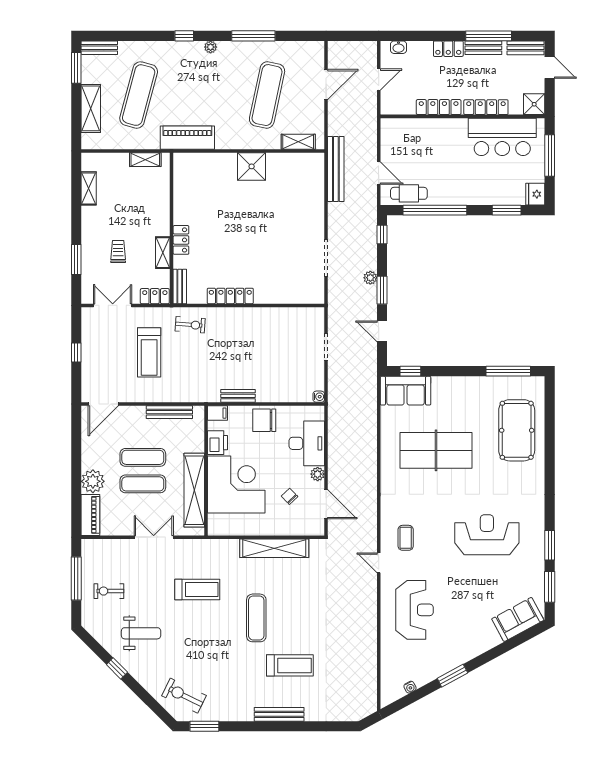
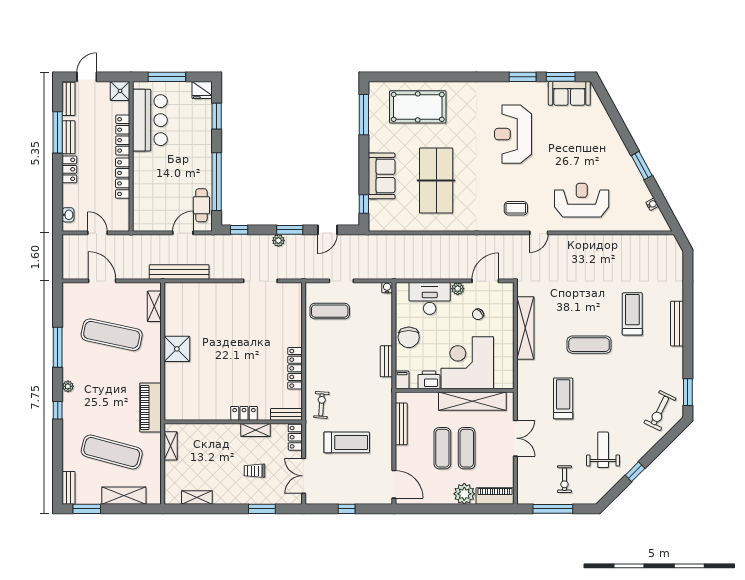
exercise mat: (293, 334) -> (330, 311), added
sofa: (406, 391) -> (382, 176), moved
double door: (154, 537) -> (515, 438), swing flipped
sofa: (518, 619) -> (569, 93), moved, turned -61

